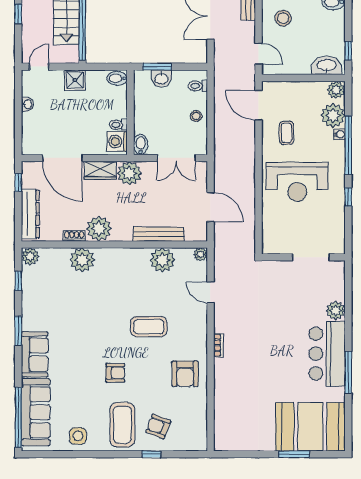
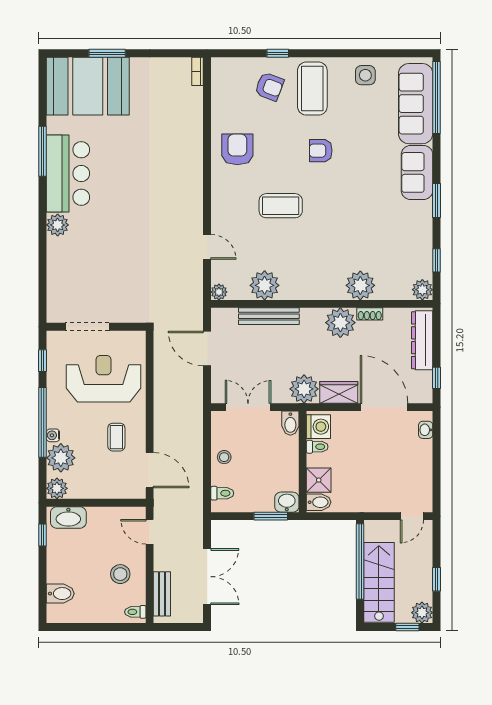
washbasin: (161, 78) -> (287, 502), moved
shower: (75, 80) -> (319, 480), moved
washbasin: (27, 104) -> (426, 430), moved
wall: (303, 257) -> (96, 327), moved
doorway: (311, 257) -> (87, 327), moved
bookcase: (218, 345) -> (198, 71), moved

